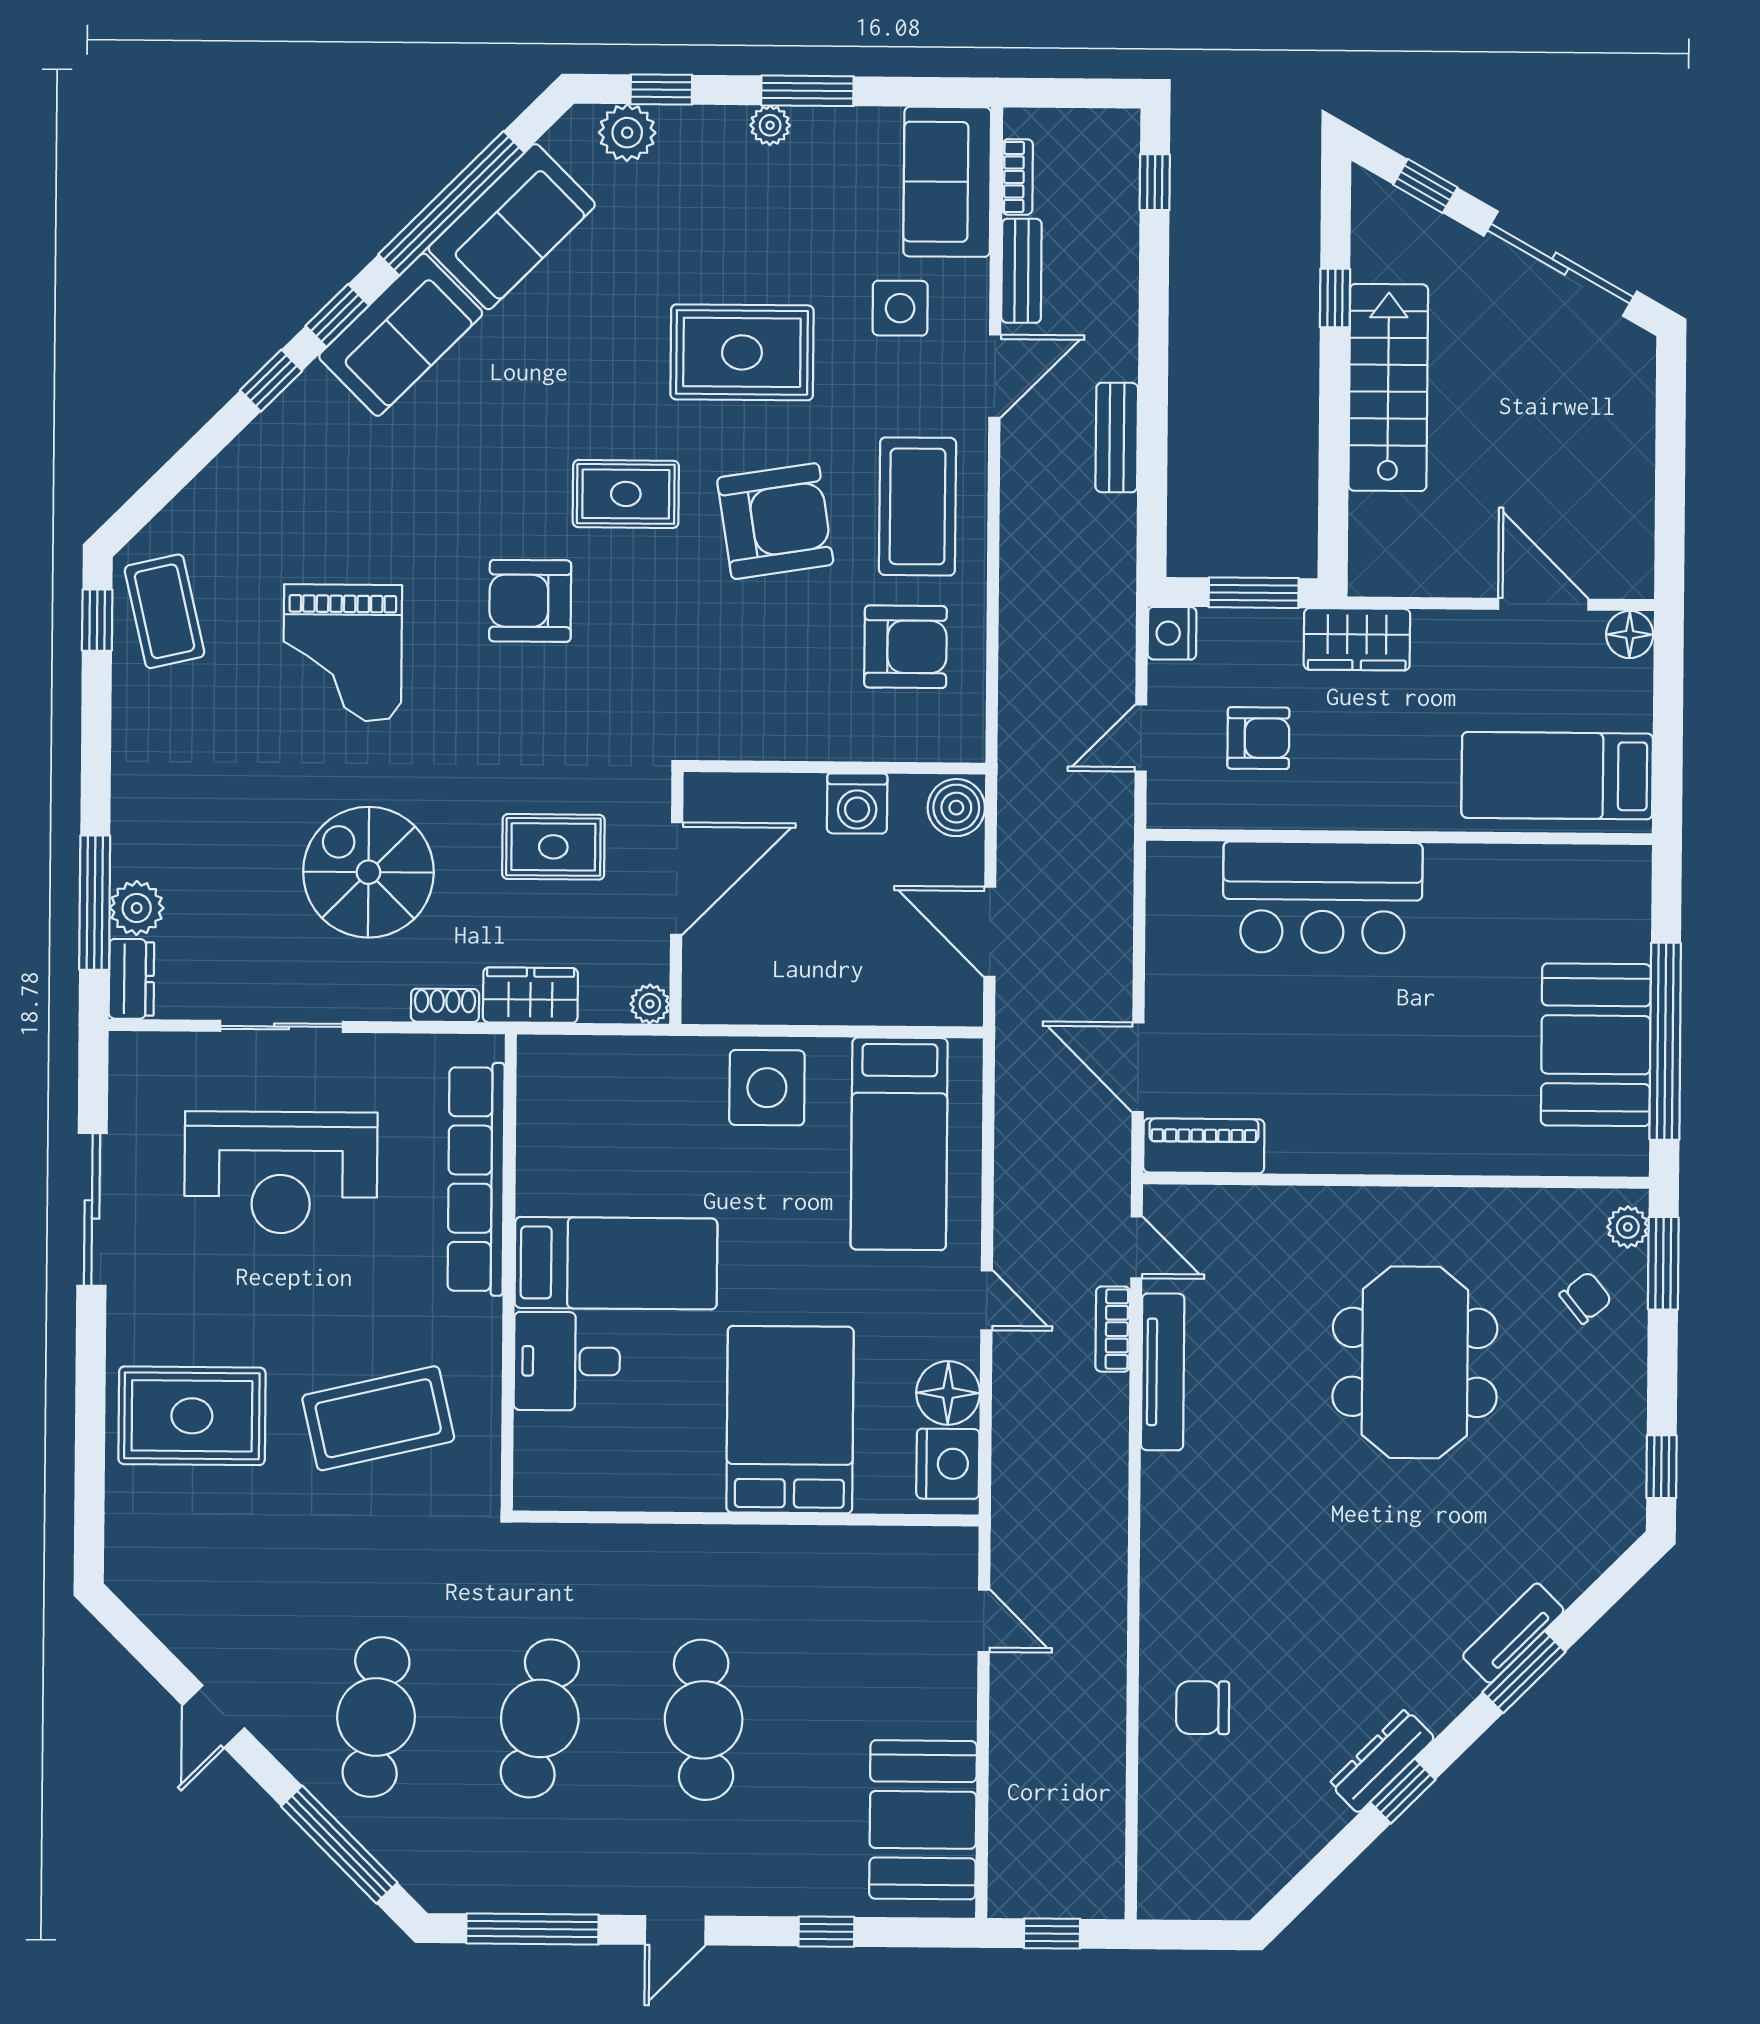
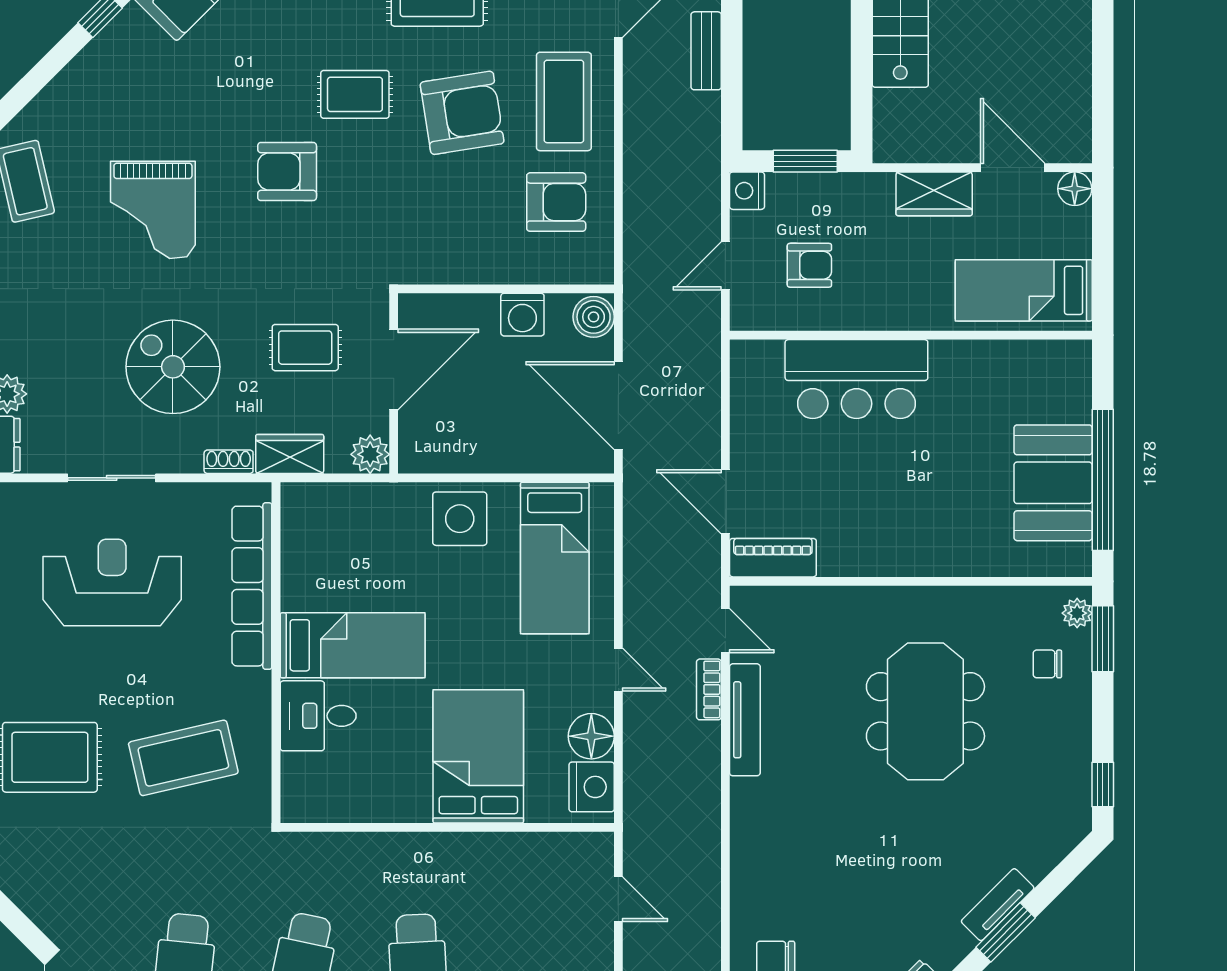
wardrobe: (1357, 639) -> (934, 194), moved
door: (990, 932) -> (618, 406), width x1.36
plant: (650, 1004) -> (370, 454), width x1.38, depth x1.38
reception desk: (281, 1172) -> (112, 582), turned 180
chair: (1586, 1298) -> (1047, 664), turned -141

